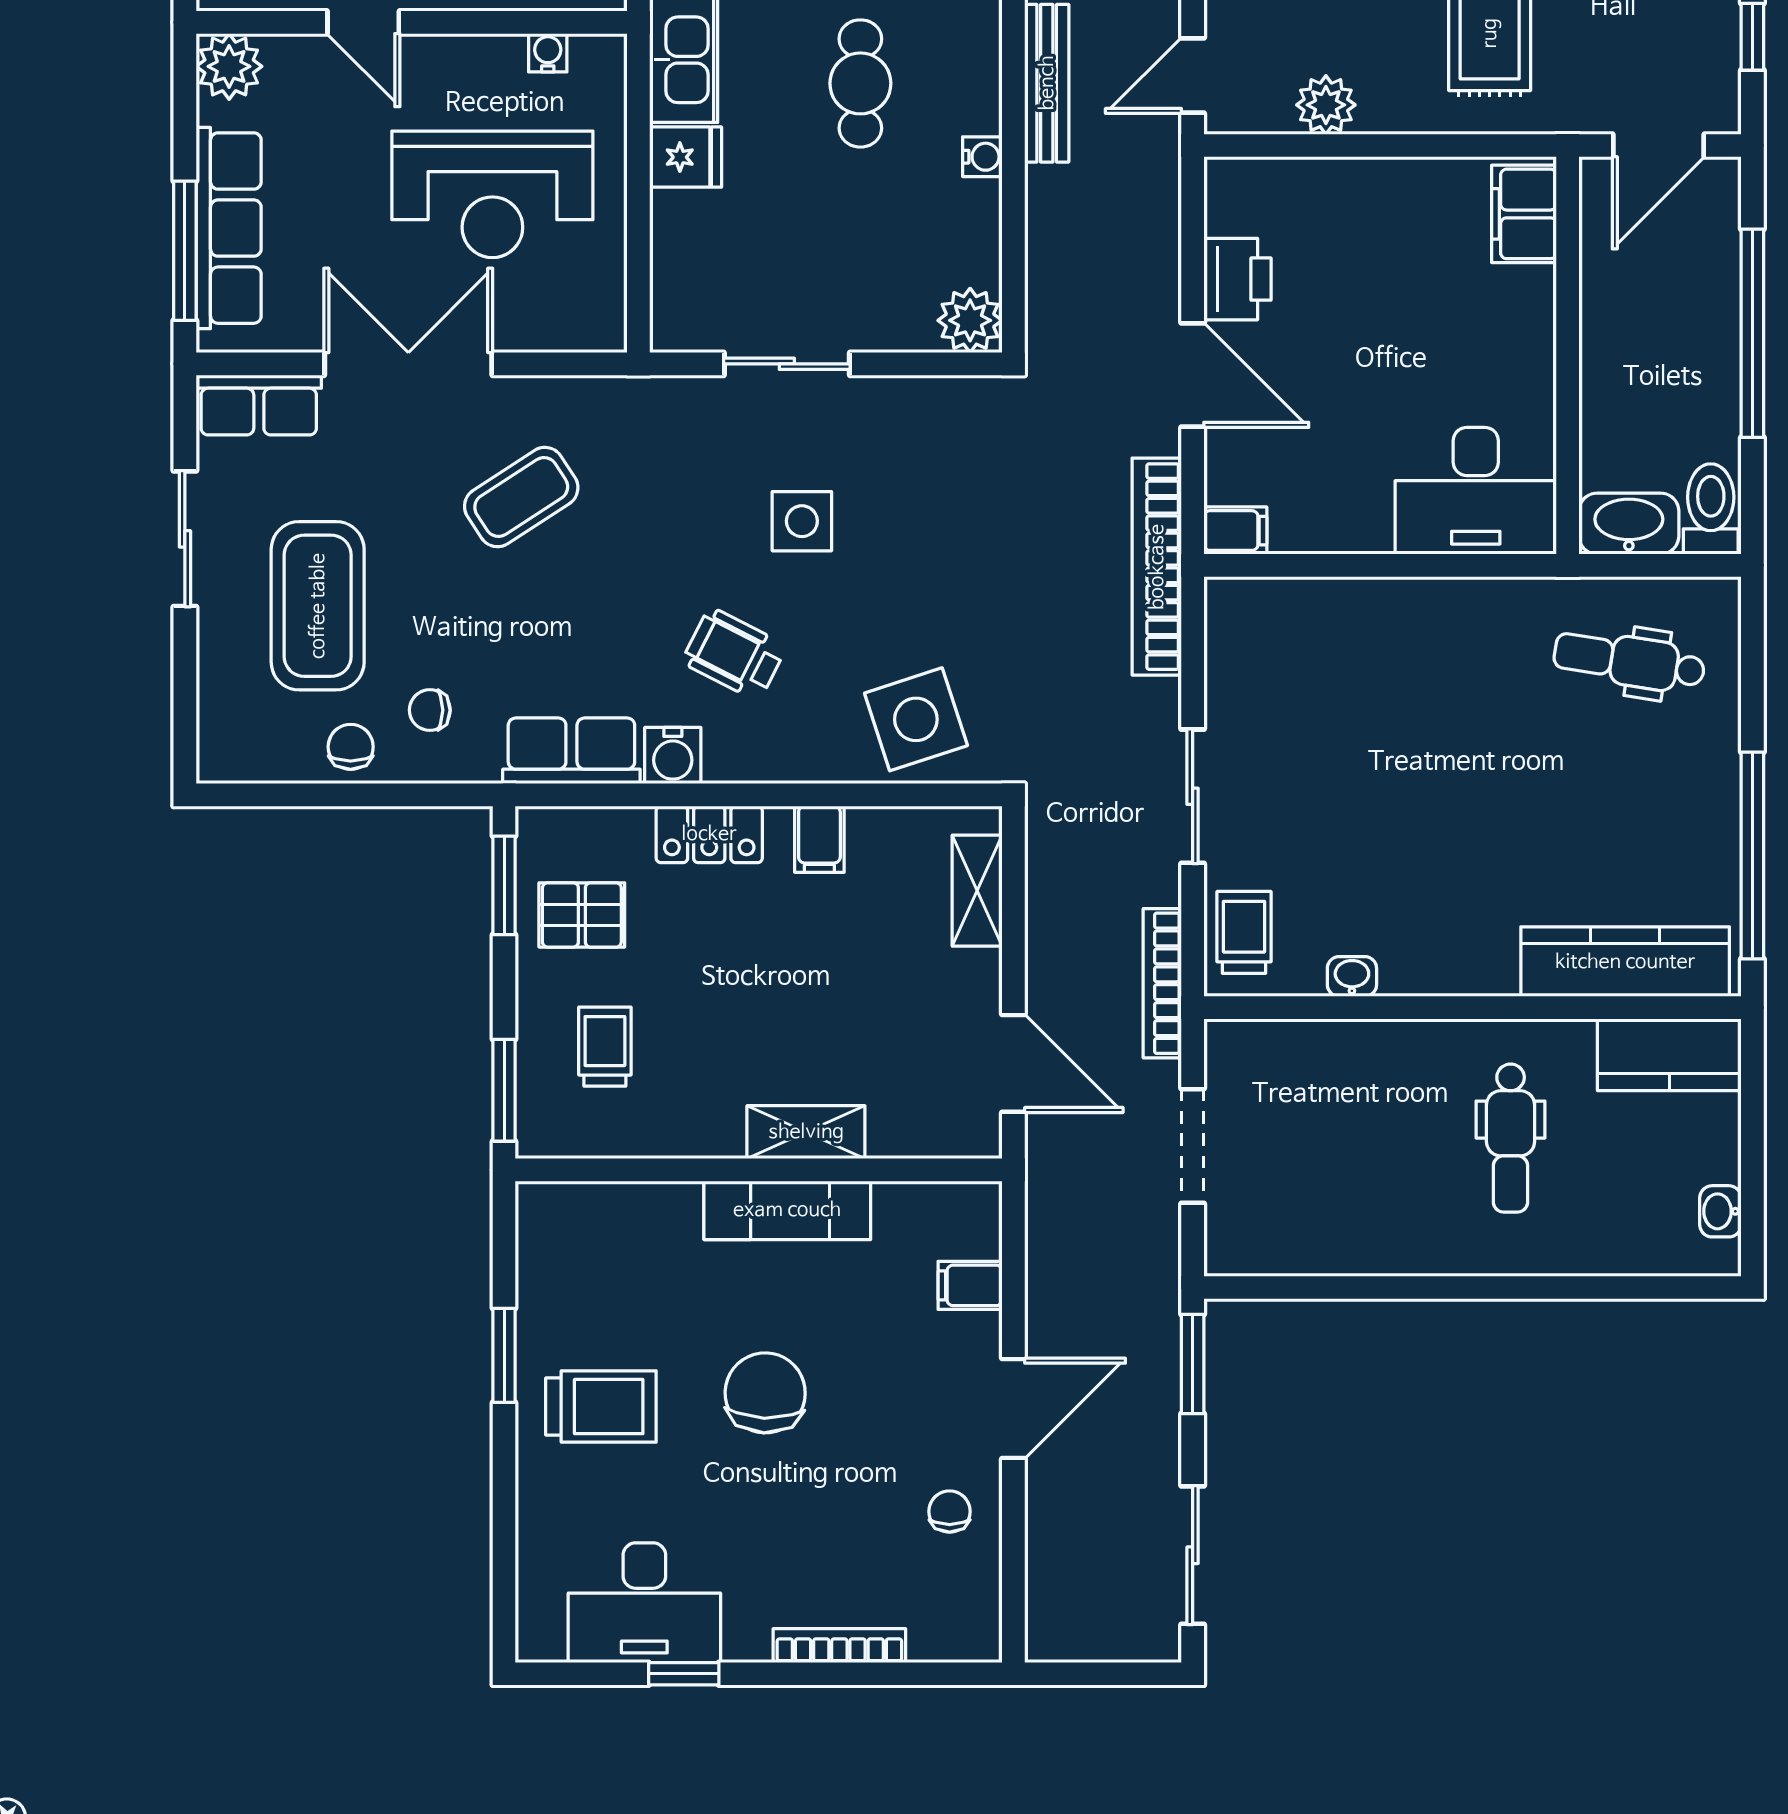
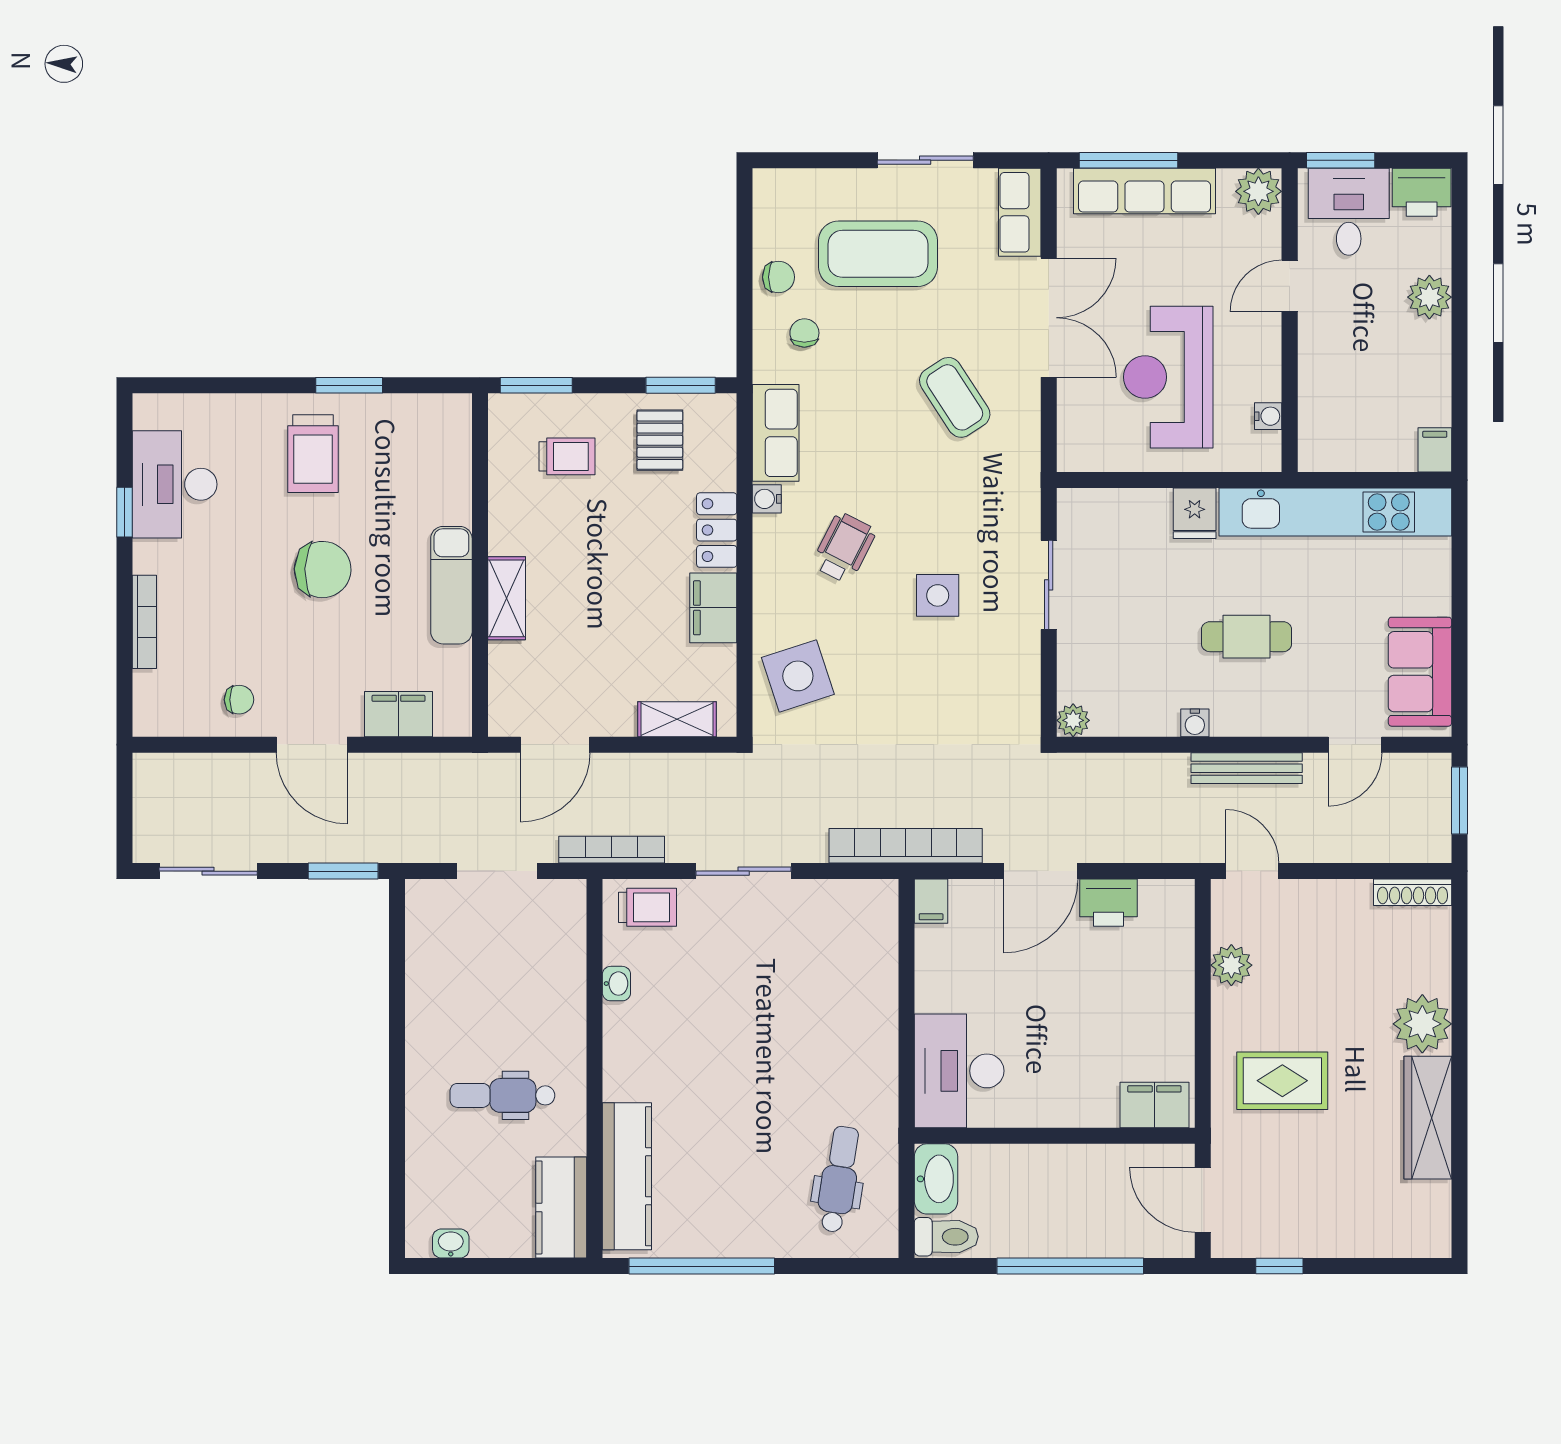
plant: (970, 320) -> (1073, 720), width x0.73, depth x0.73
water cooler: (673, 756) -> (767, 499), width x0.72, depth x0.72
filing cabinet: (819, 839) -> (713, 608), width x2.00
filing cabinet: (970, 1285) -> (398, 714), width x2.00

